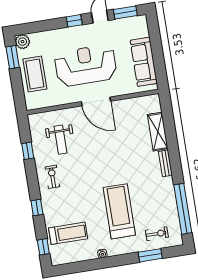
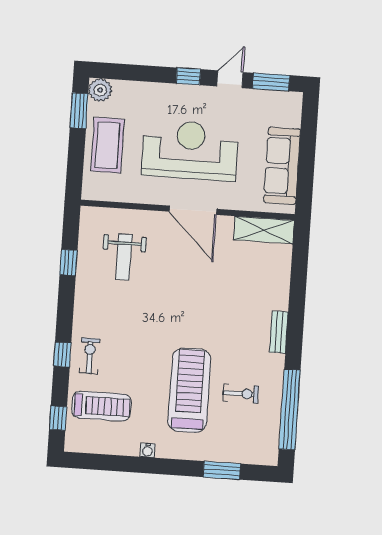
shelving: (158, 132) -> (264, 230), moved, turned 90
exercise bike: (52, 177) -> (90, 356), moved
exercise bike: (157, 234) -> (241, 394), moved

